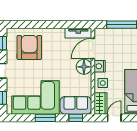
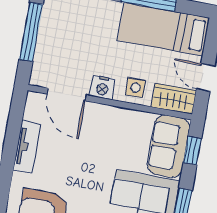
tv unit: (78, 33) -> (27, 147), moved
floor lamp: (84, 67) -> (98, 118), removed

